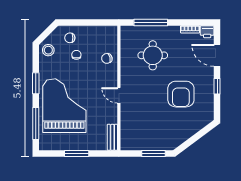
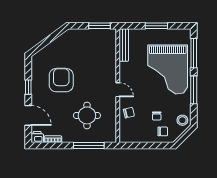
window: (36, 83) -> (194, 90), width x1.44
door: (119, 95) -> (118, 90), moved
bench: (112, 137) -> (124, 45), width x1.36
window: (153, 154) -> (100, 26), moved

